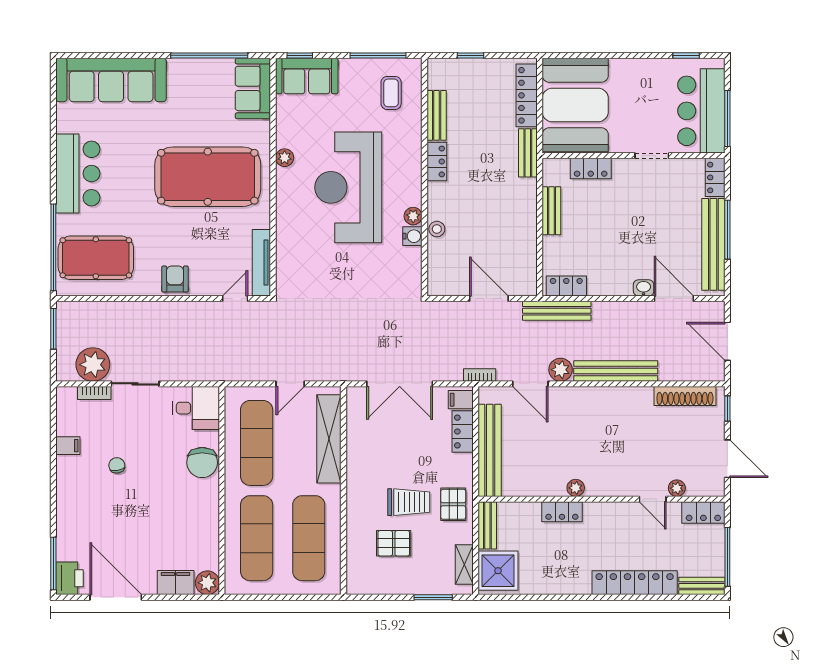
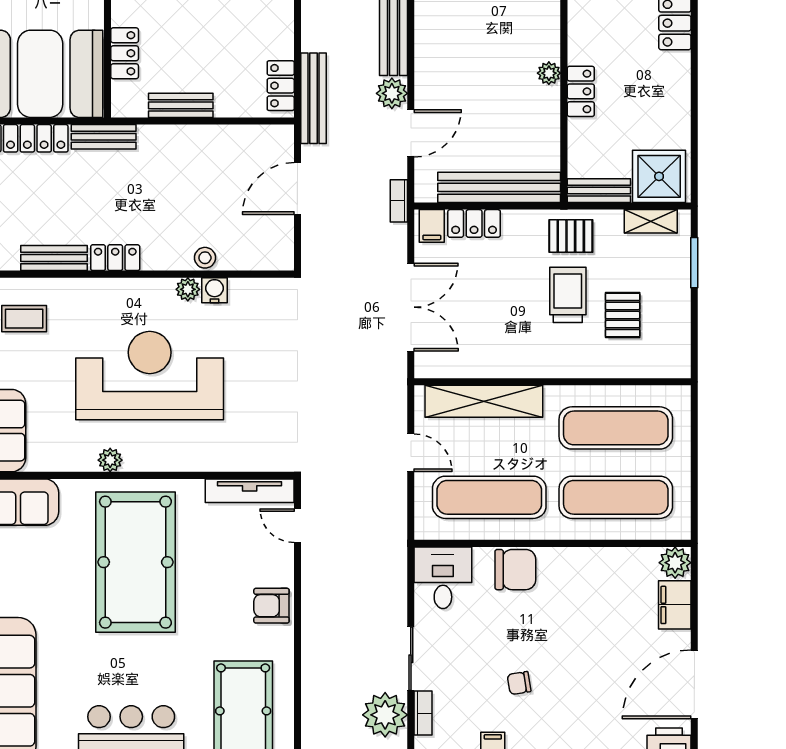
reception desk: (348, 187) -> (150, 376), turned 180

